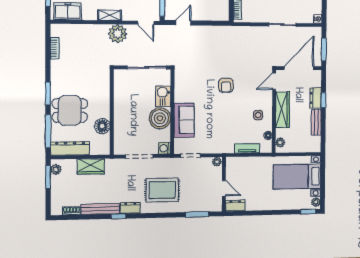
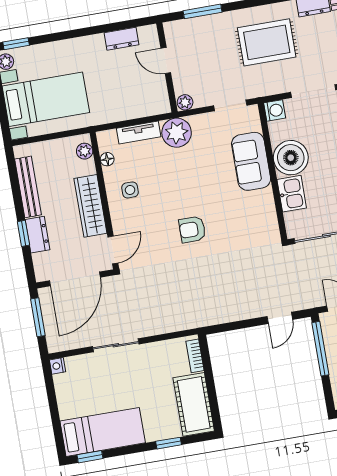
armchair: (226, 85) -> (192, 229), turned -90
bench: (316, 122) -> (28, 187), width x1.36
plant: (225, 145) -> (177, 133), added
dresser: (235, 206) -> (121, 39), moved

